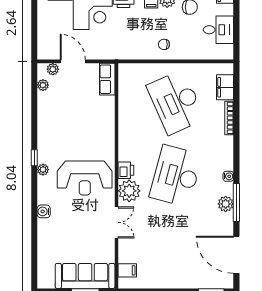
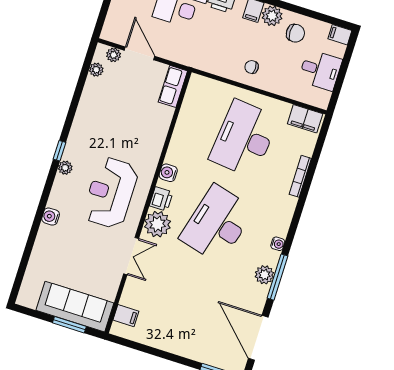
filing cabinet: (225, 87) -> (305, 119), moved, turned -90
desk: (176, 102) -> (244, 139), turned 30
water cooler: (125, 148) -> (168, 173), added
reception desk: (85, 178) -> (111, 193), turned 90

